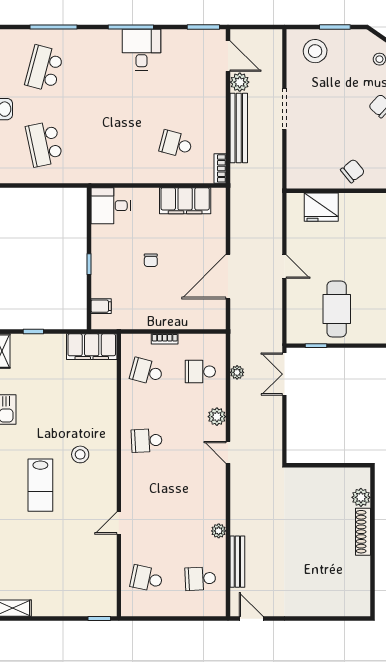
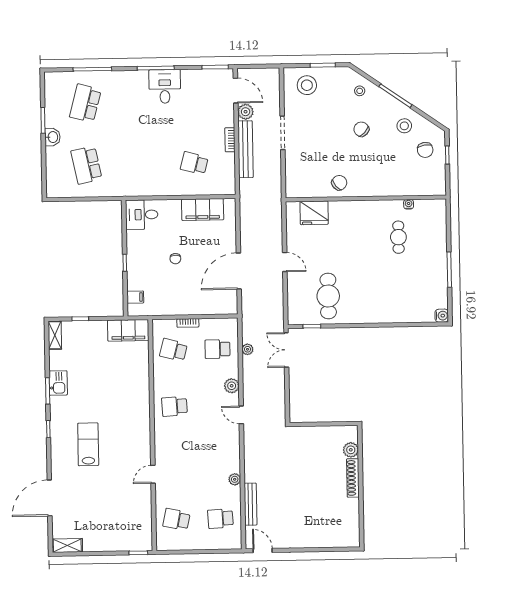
bookcase: (220, 168) -> (230, 140), moved
stool: (80, 454) -> (120, 419), removed
lab bench: (40, 485) -> (88, 444), turned 180

